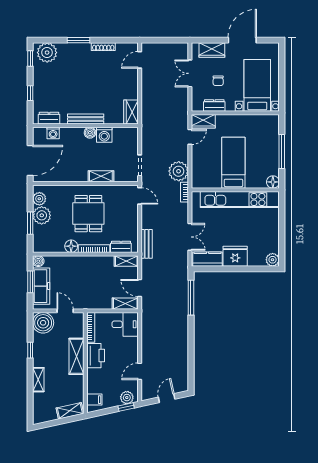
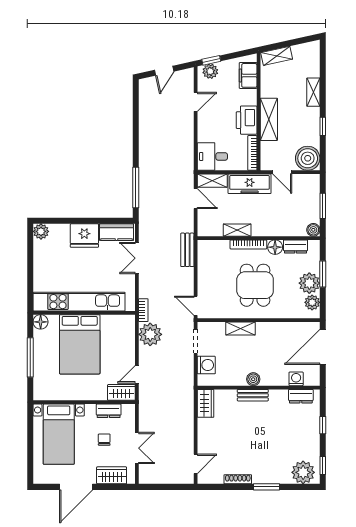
bench: (86, 119) -> (253, 395), width x0.73
washing machine: (104, 135) -> (206, 365), moved, turned 90
bed: (233, 163) -> (80, 344), width x1.50
dresser: (121, 247) -> (296, 247), moved
shelving: (126, 261) -> (237, 230), moved
freezer: (41, 286) -> (250, 184), moved, turned -90
filing cabinet: (94, 400) -> (248, 75), width x2.00

